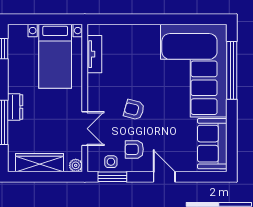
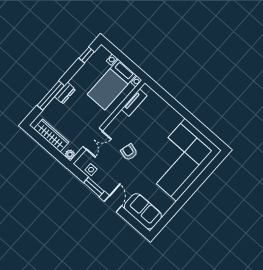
window: (232, 70) -> (202, 178), removed
sofa: (212, 144) -> (143, 211), moved, turned 90
armchair: (134, 149) -> (110, 174), removed
window: (112, 177) -> (94, 187), moved

